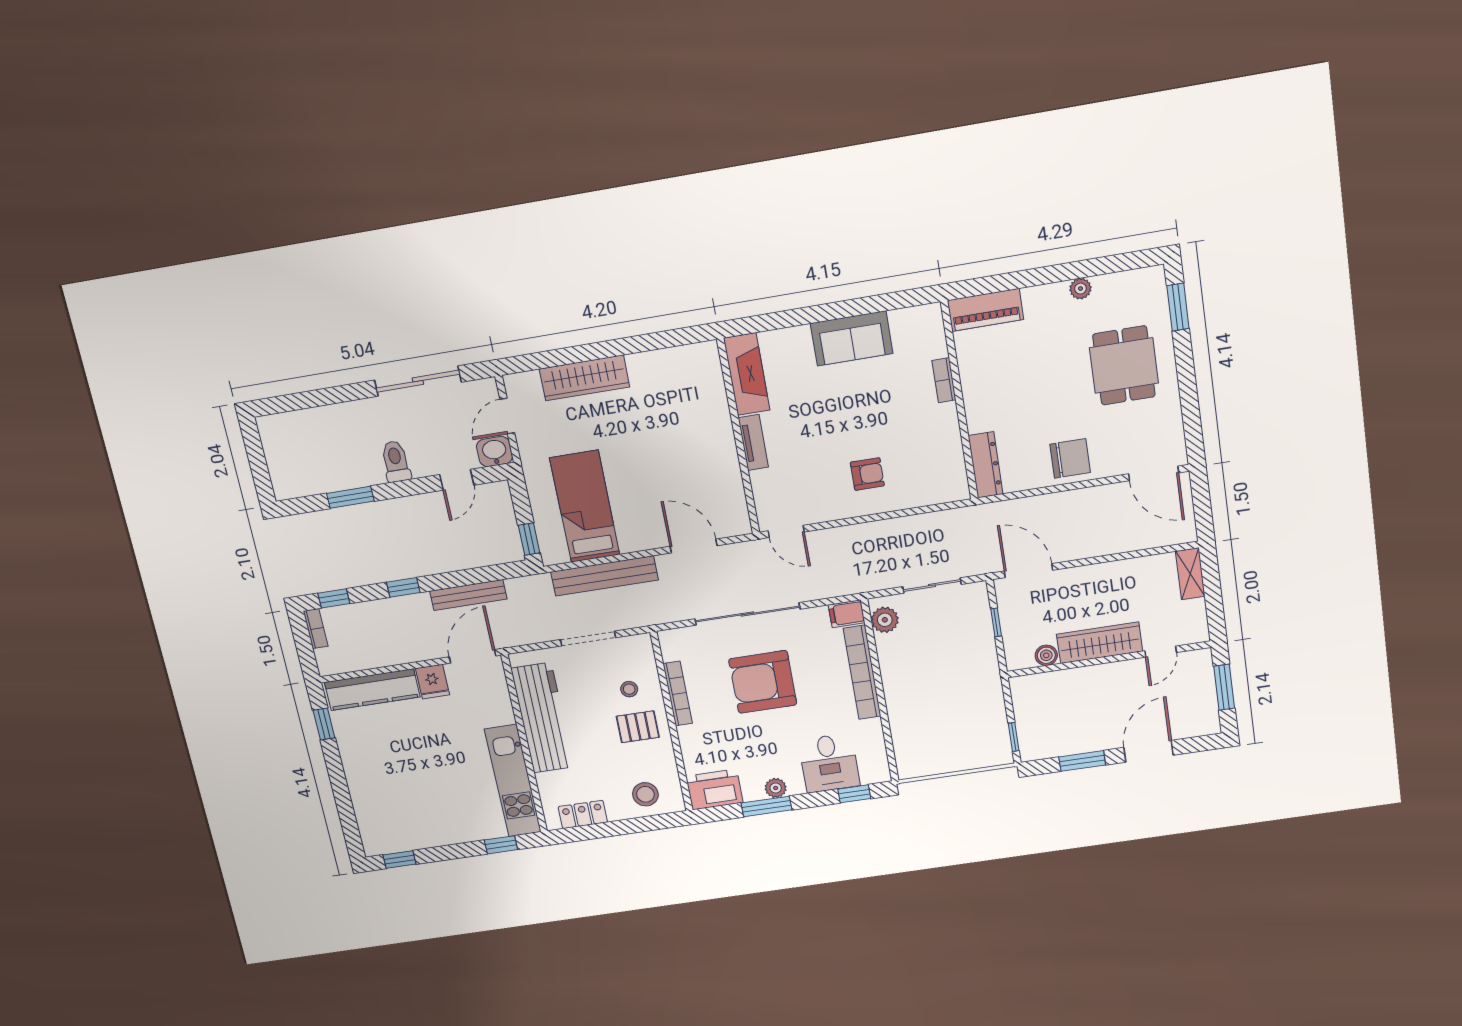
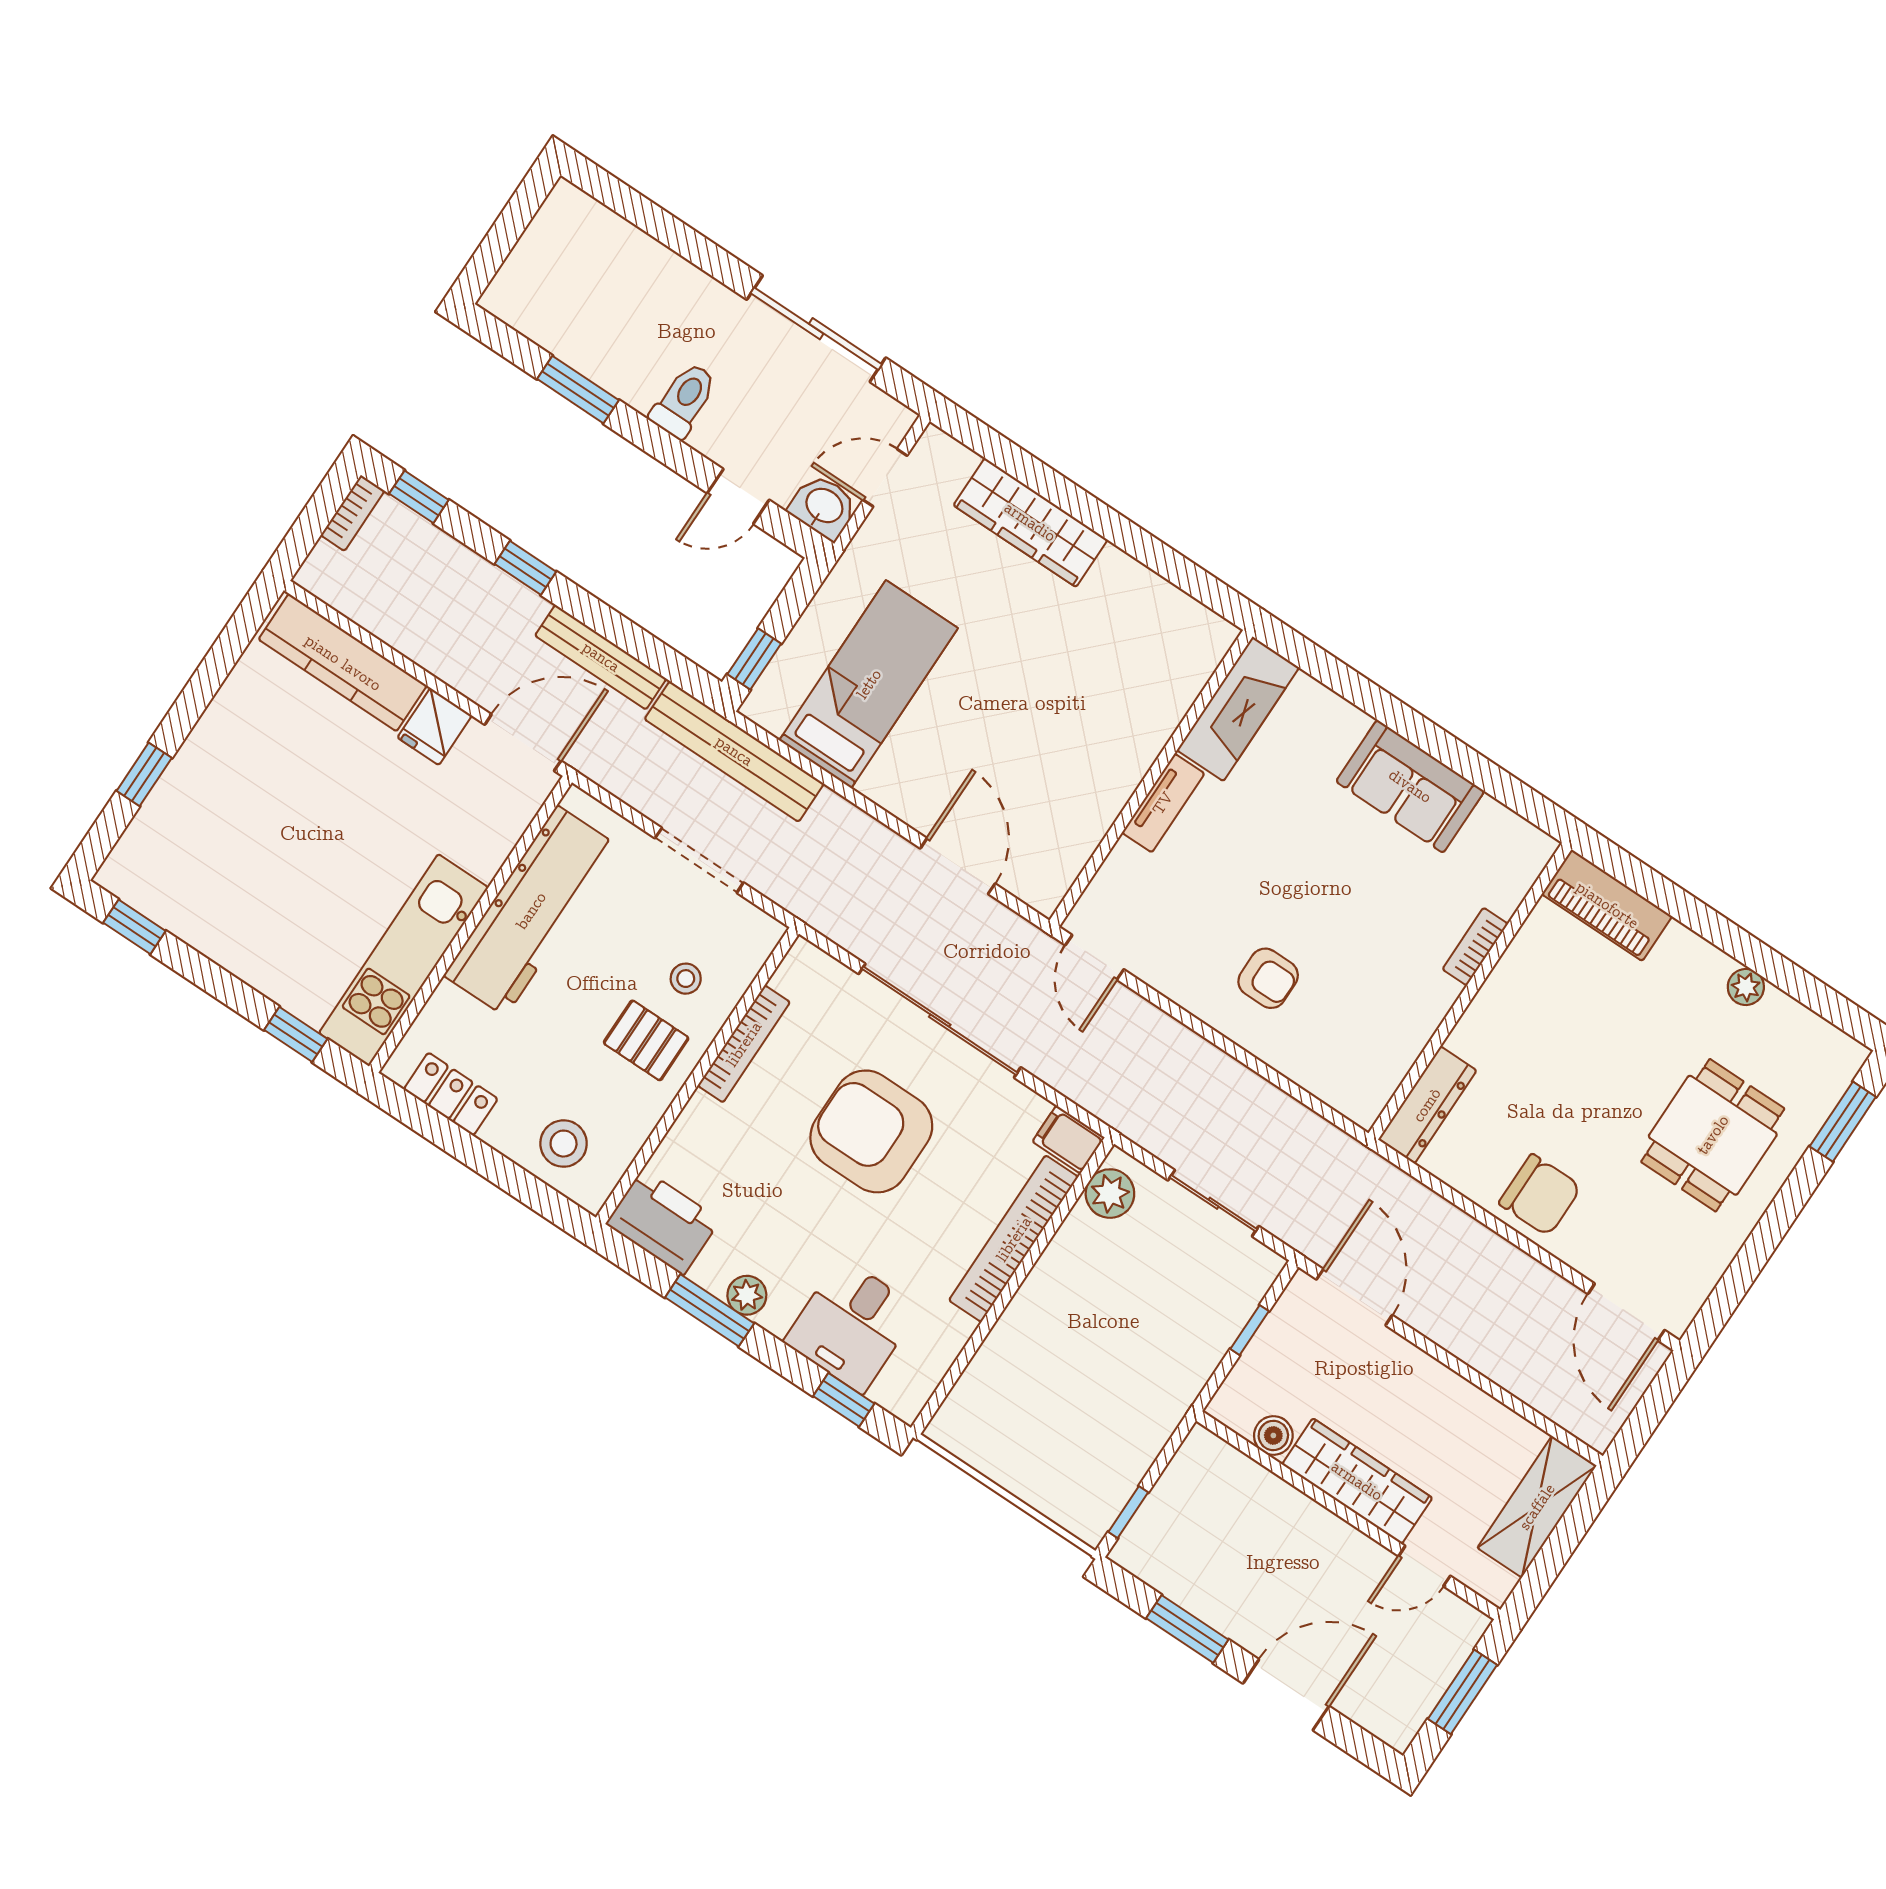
shelving: (1190, 574) -> (1537, 1507), width x1.50, depth x1.33
bench: (605, 576) -> (734, 751), moved
window: (324, 724) -> (144, 774), moved

